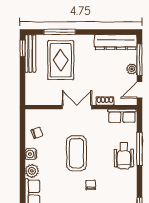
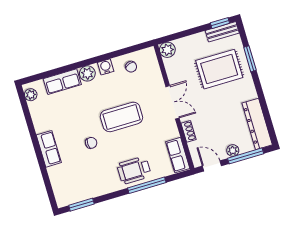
window: (60, 32) -> (250, 59), width x0.69
bench: (30, 53) -> (222, 32), width x0.73
plant: (32, 98) -> (167, 50), added

